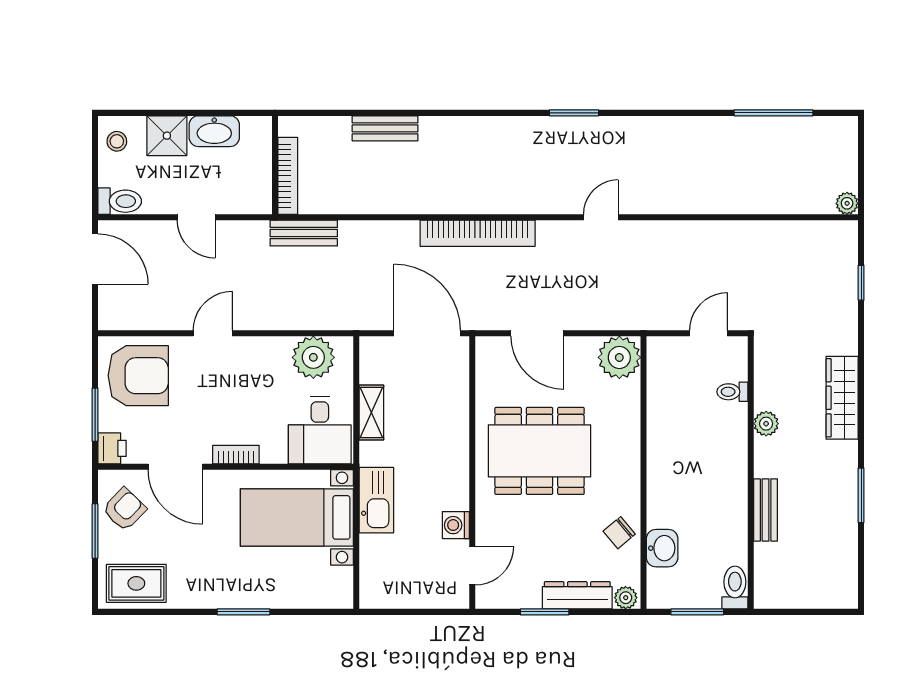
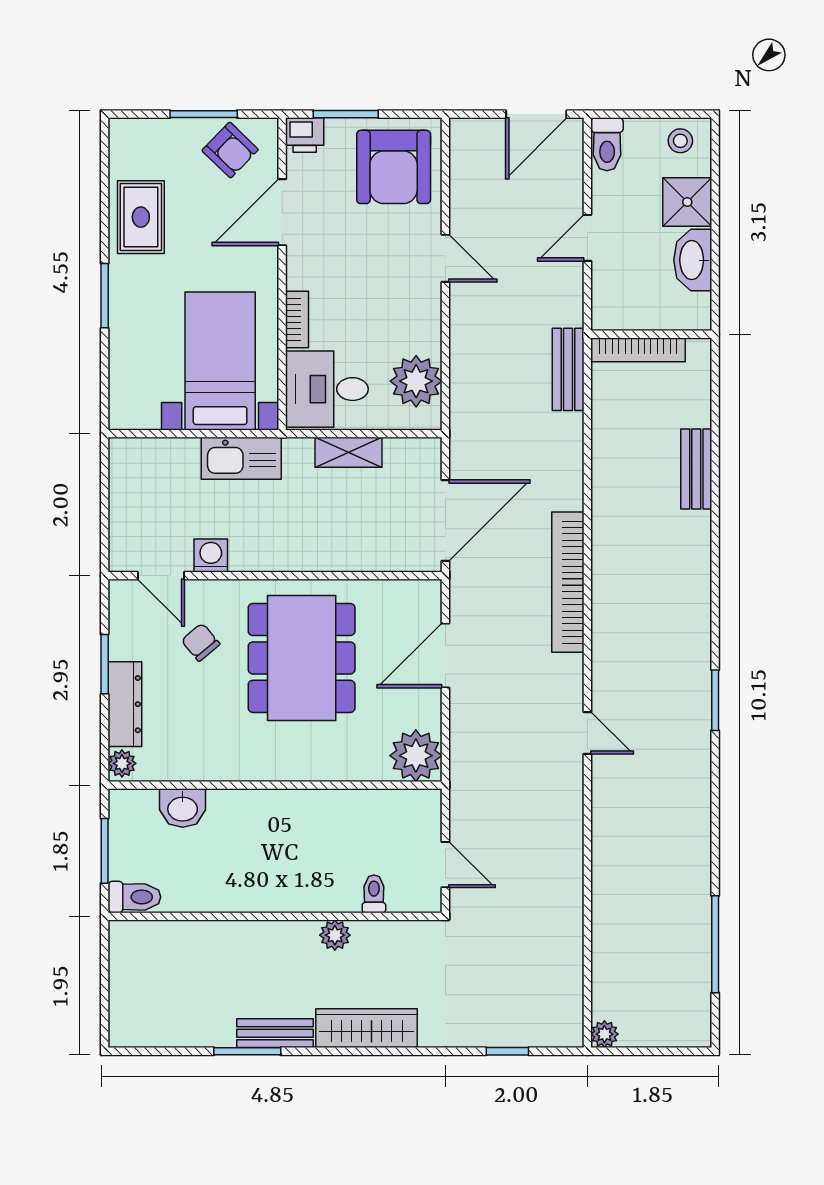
bookcase: (236, 455) -> (297, 320), moved
bench: (766, 510) -> (275, 1033), moved
chair: (619, 533) -> (201, 642), moved
rug: (136, 583) -> (141, 217), moved

